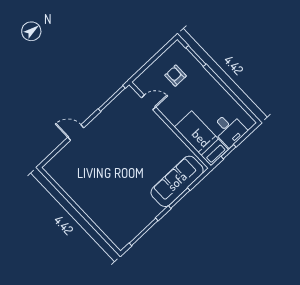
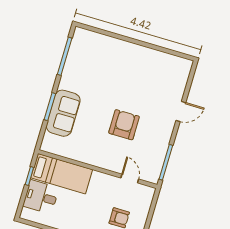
door: (149, 102) -> (130, 179), swing flipped
armchair: (128, 149) -> (124, 125), added
sofa: (177, 181) -> (63, 113), width x0.73

